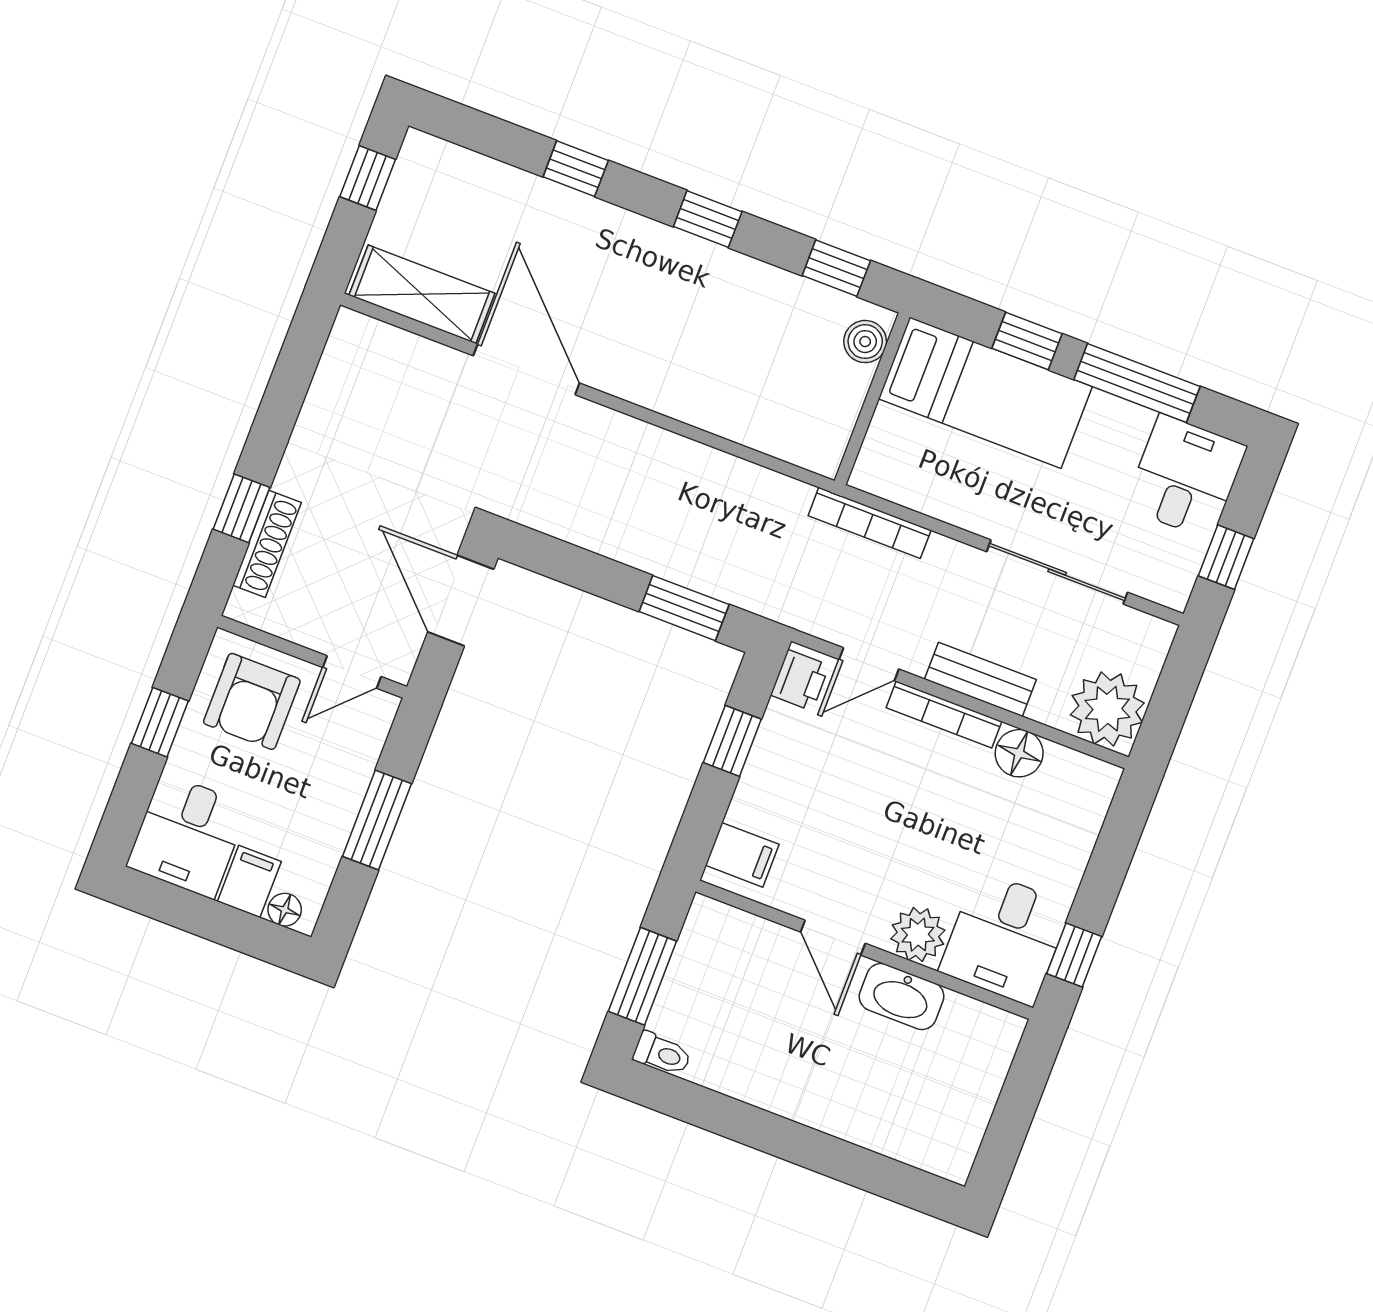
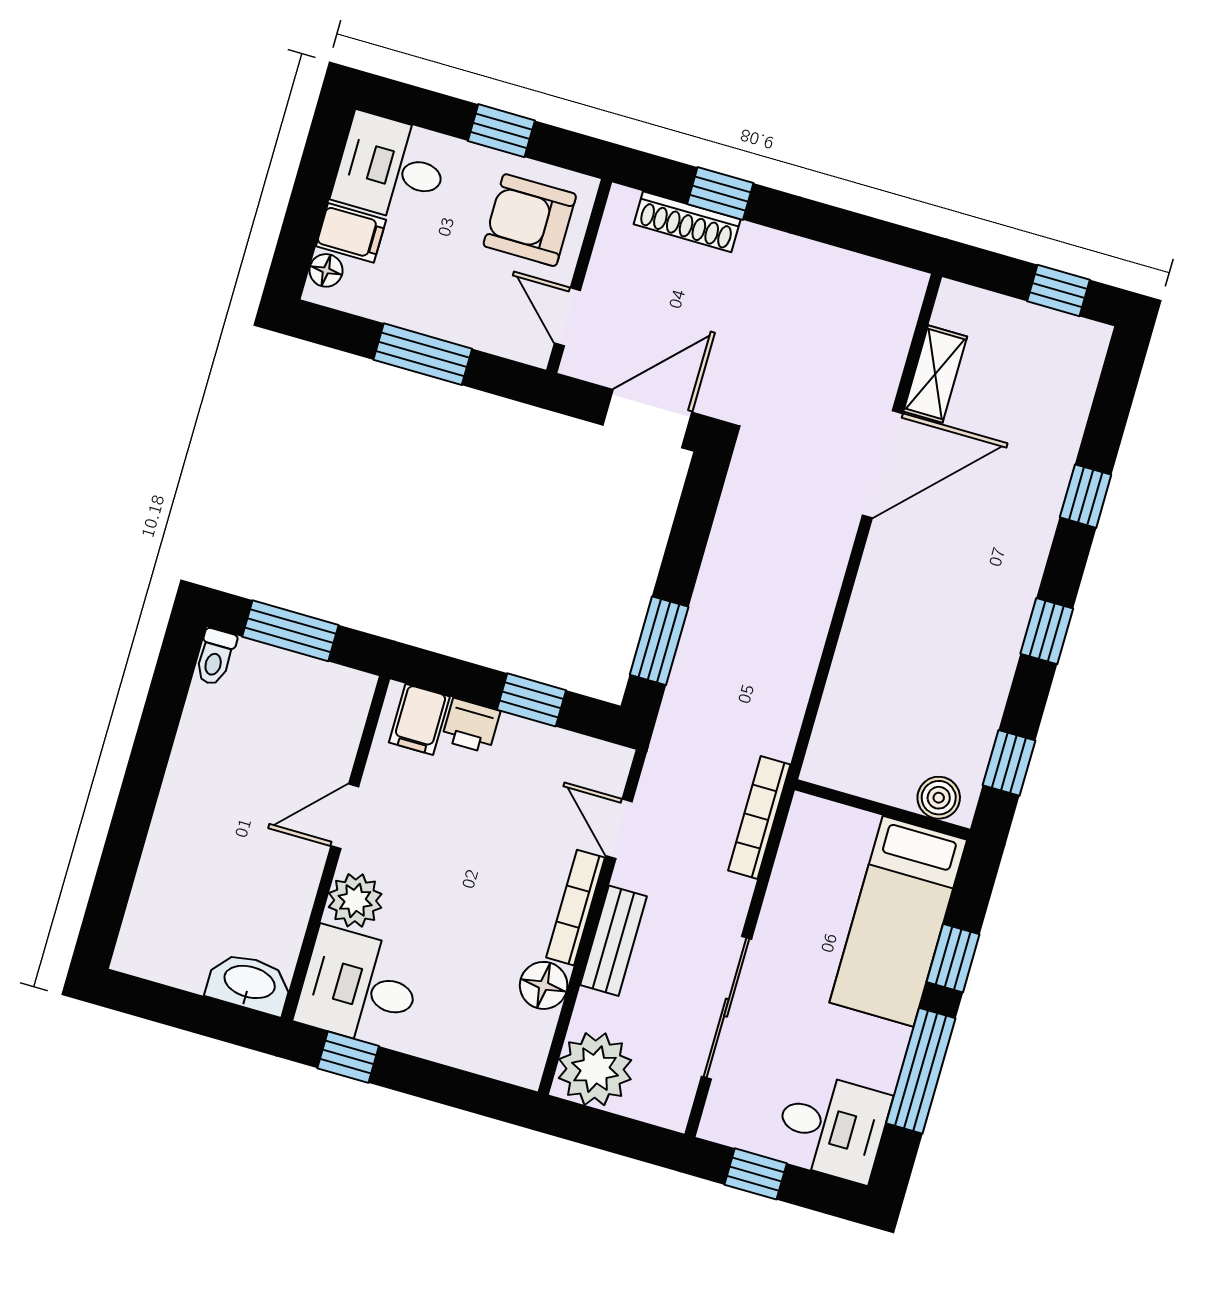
shelving: (422, 294) -> (935, 374), width x0.67, depth x0.75
printer: (800, 680) -> (471, 726), moved
washbasin: (902, 996) -> (249, 983), moved, turned 90

